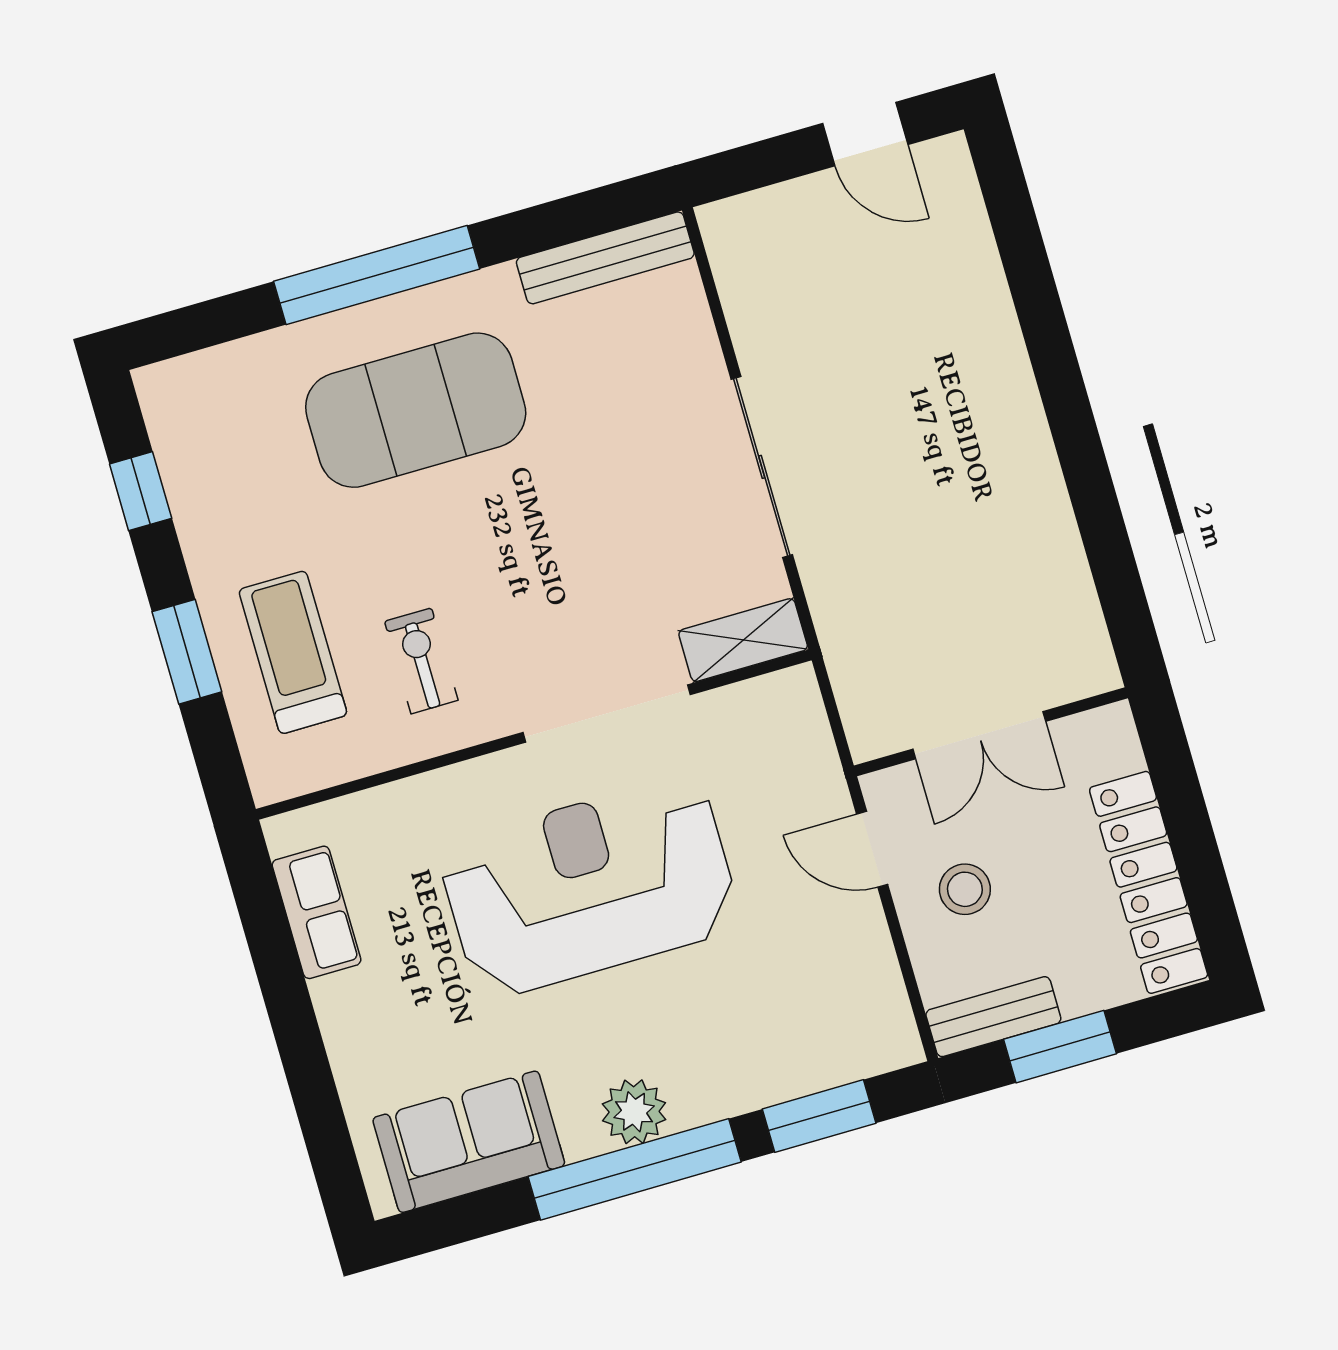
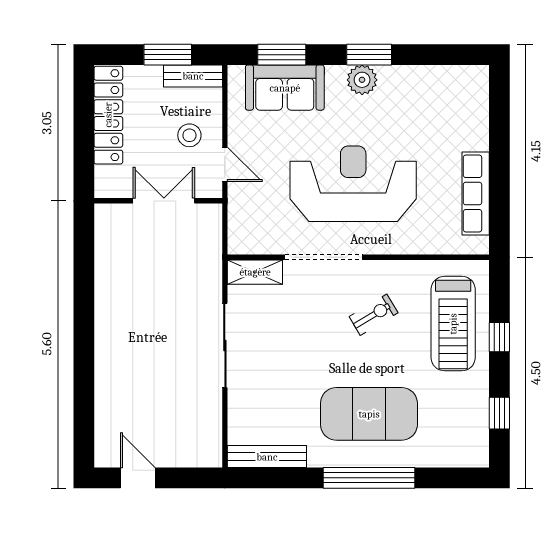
window: (187, 652) -> (499, 337), width x0.67
treadmill: (293, 652) -> (453, 324), width x1.37, depth x1.38
exercise bike: (421, 661) -> (374, 315), moved, turned -121
reception desk: (589, 887) -> (353, 184), turned 180
row of seats: (316, 912) -> (476, 194), width x1.48
sofa: (469, 1142) -> (285, 88), moved
window: (635, 1169) -> (369, 55), width x0.47

